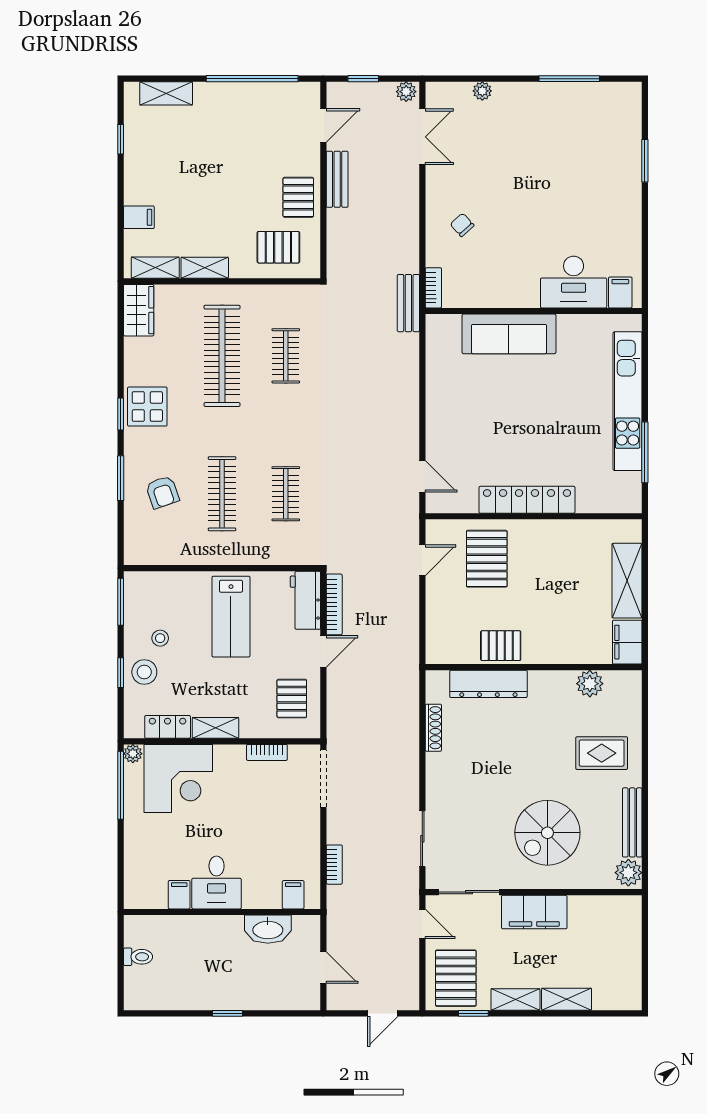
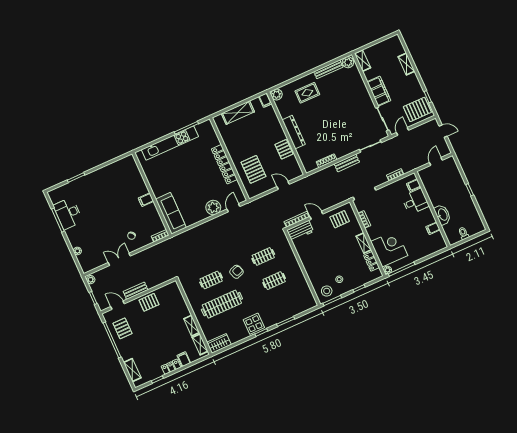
double door: (422, 137) -> (119, 259), moved
locker: (135, 182) -> (171, 367), added
pallet: (278, 247) -> (123, 328), moved
desk: (574, 282) -> (68, 213), moved, turned 180
filing cabinet: (620, 292) -> (146, 200), moved
bench: (408, 303) -> (347, 163), moved
sofa: (509, 334) -> (171, 213), moved
plant: (443, 433) -> (213, 207), added
armchair: (162, 492) -> (236, 272), moved
clothes rail: (222, 494) -> (274, 281), width x0.73
pallet: (487, 559) -> (253, 169), turned 90
door: (422, 560) -> (283, 185), moved
lab bench: (231, 617) -> (319, 256), removed
filing cabinet: (627, 642) -> (265, 100), width x0.50
stool: (144, 672) -> (327, 291), moved
dresser: (488, 684) -> (294, 132), moved
plant: (590, 684) -> (276, 94), moved
rug: (602, 753) -> (307, 93), turned 90
spiral stairs: (547, 833) -> (347, 100), removed
desk: (217, 882) -> (415, 201), moved
washbasin: (268, 929) -> (443, 215), moved
shelving: (515, 999) -> (362, 61), moved

